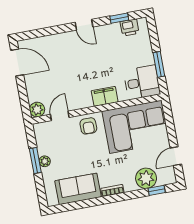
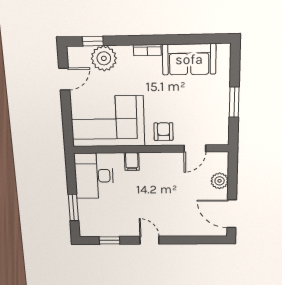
printer: (130, 28) -> (100, 229), removed
window: (159, 64) -> (73, 208), moved
desk: (142, 82) -> (94, 176), width x1.37
filing cabinet: (105, 96) -> (132, 161), width x0.50
plant: (37, 110) -> (220, 181), moved
plant: (45, 161) -> (223, 99), removed

